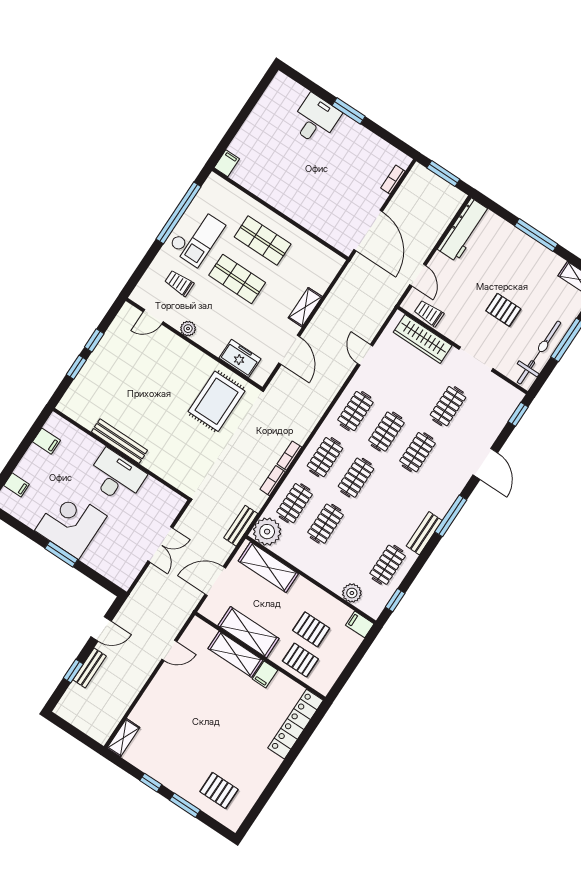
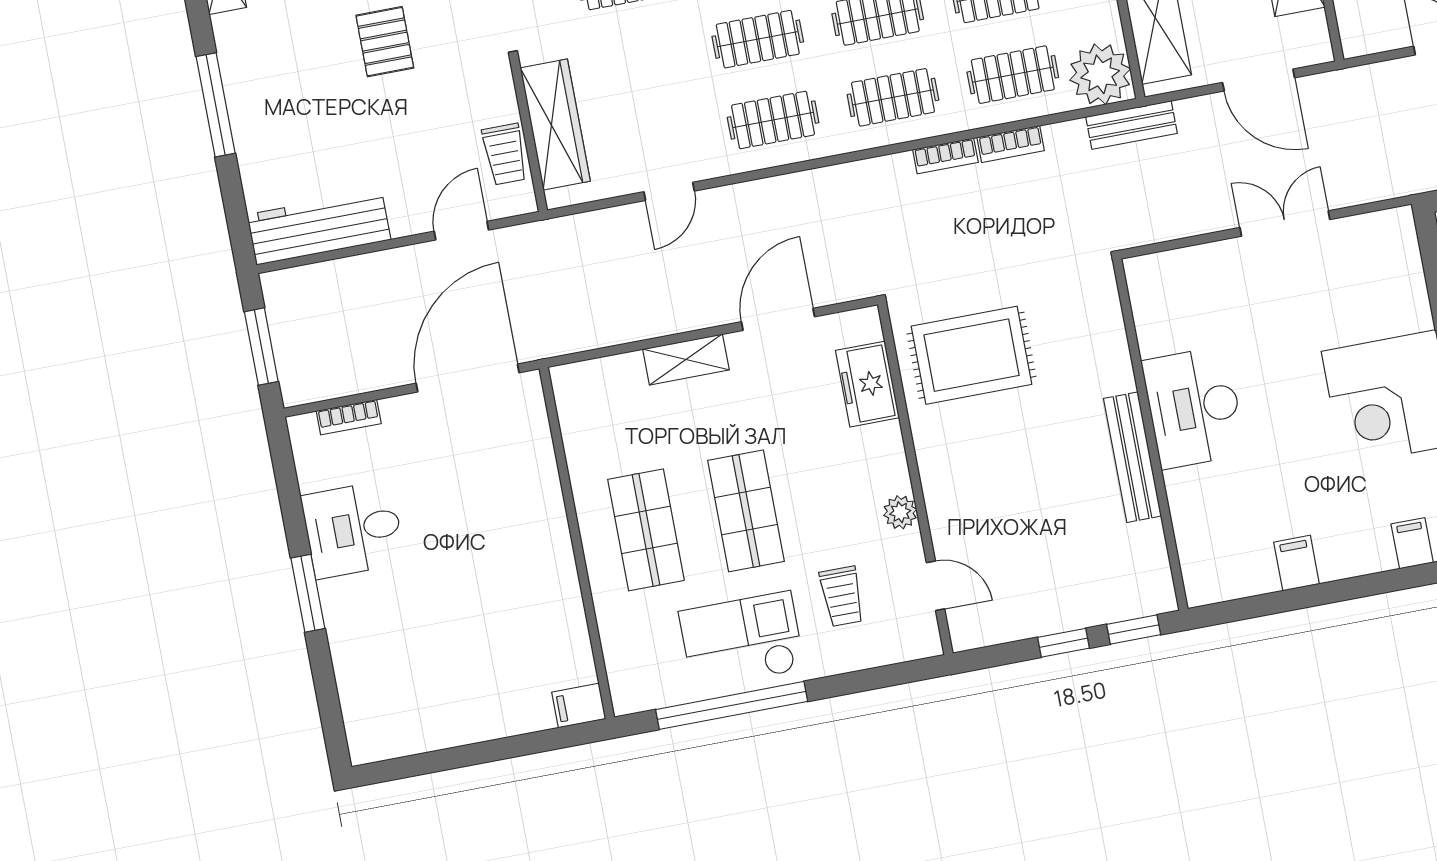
desk: (315, 119) -> (353, 529), moved
bench: (119, 441) -> (1132, 457), moved
wall: (121, 454) -> (1150, 435), moved
desk: (116, 477) -> (1194, 408), moved

